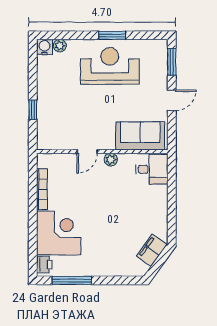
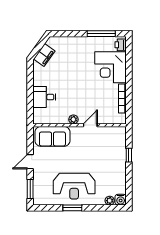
desk: (152, 169) -> (44, 97), moved

